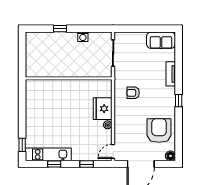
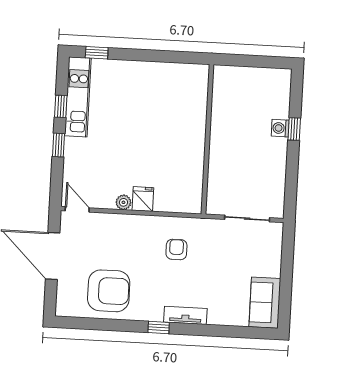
washing machine: (83, 37) -> (280, 128), moved
tv unit: (171, 74) -> (185, 315), moved
fridge: (103, 109) -> (143, 199), width x0.53, depth x0.75
floor lamp: (170, 156) -> (64, 308), removed
window: (87, 164) -> (59, 145), moved

